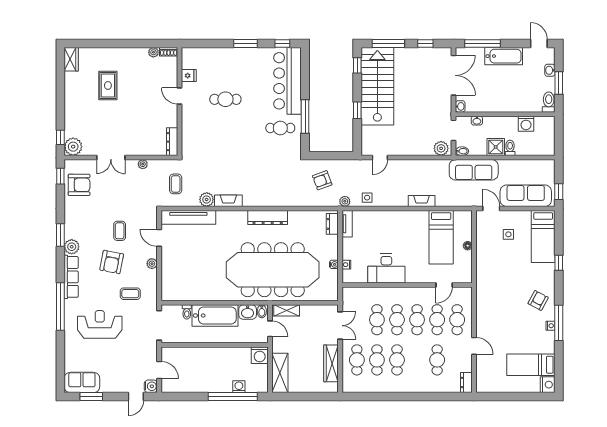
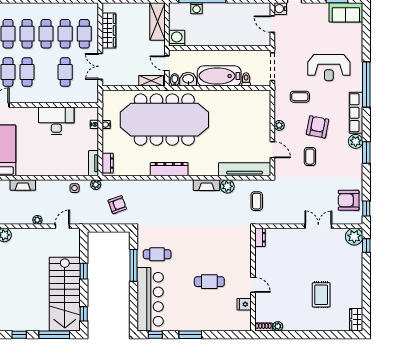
dresser: (172, 142) -> (260, 237), width x0.70
plant: (143, 164) -> (37, 220), moved
cafe table: (397, 320) -> (27, 34), moved

